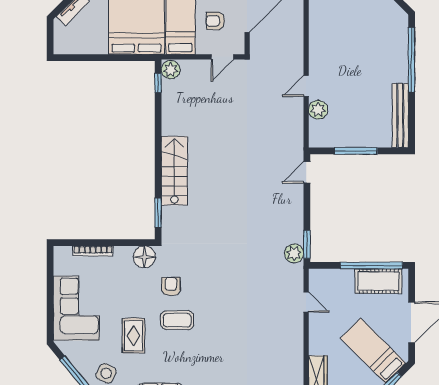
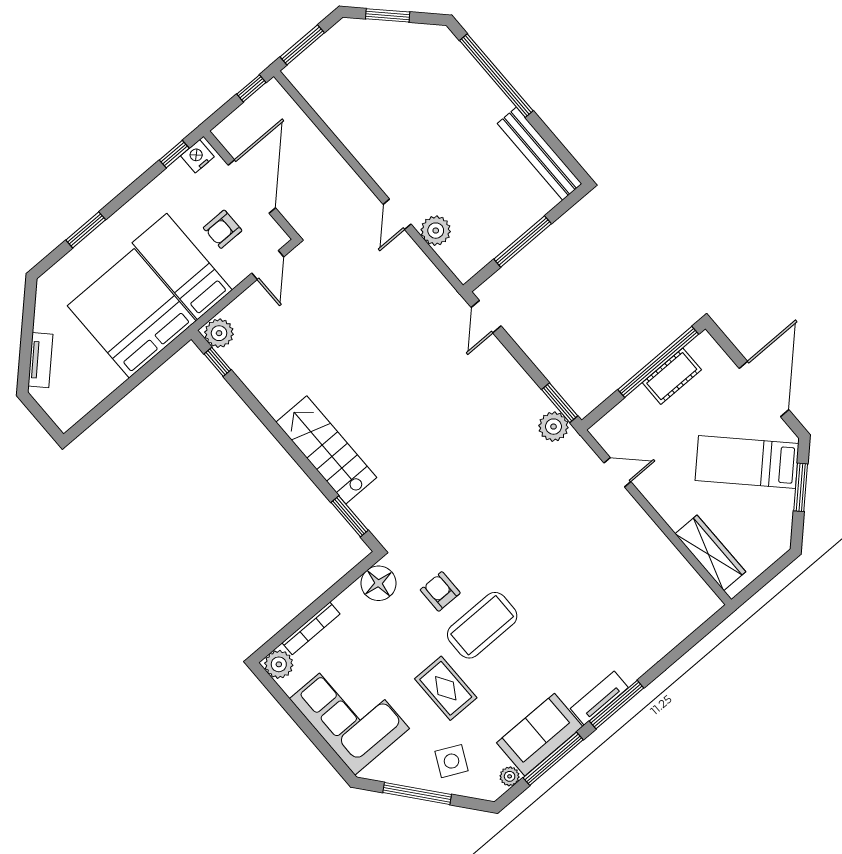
plant: (62, 255) -> (279, 664), added
cot: (379, 281) -> (672, 376), width x0.73, depth x0.75
coffee table: (177, 320) -> (482, 625), width x1.36, depth x1.32

